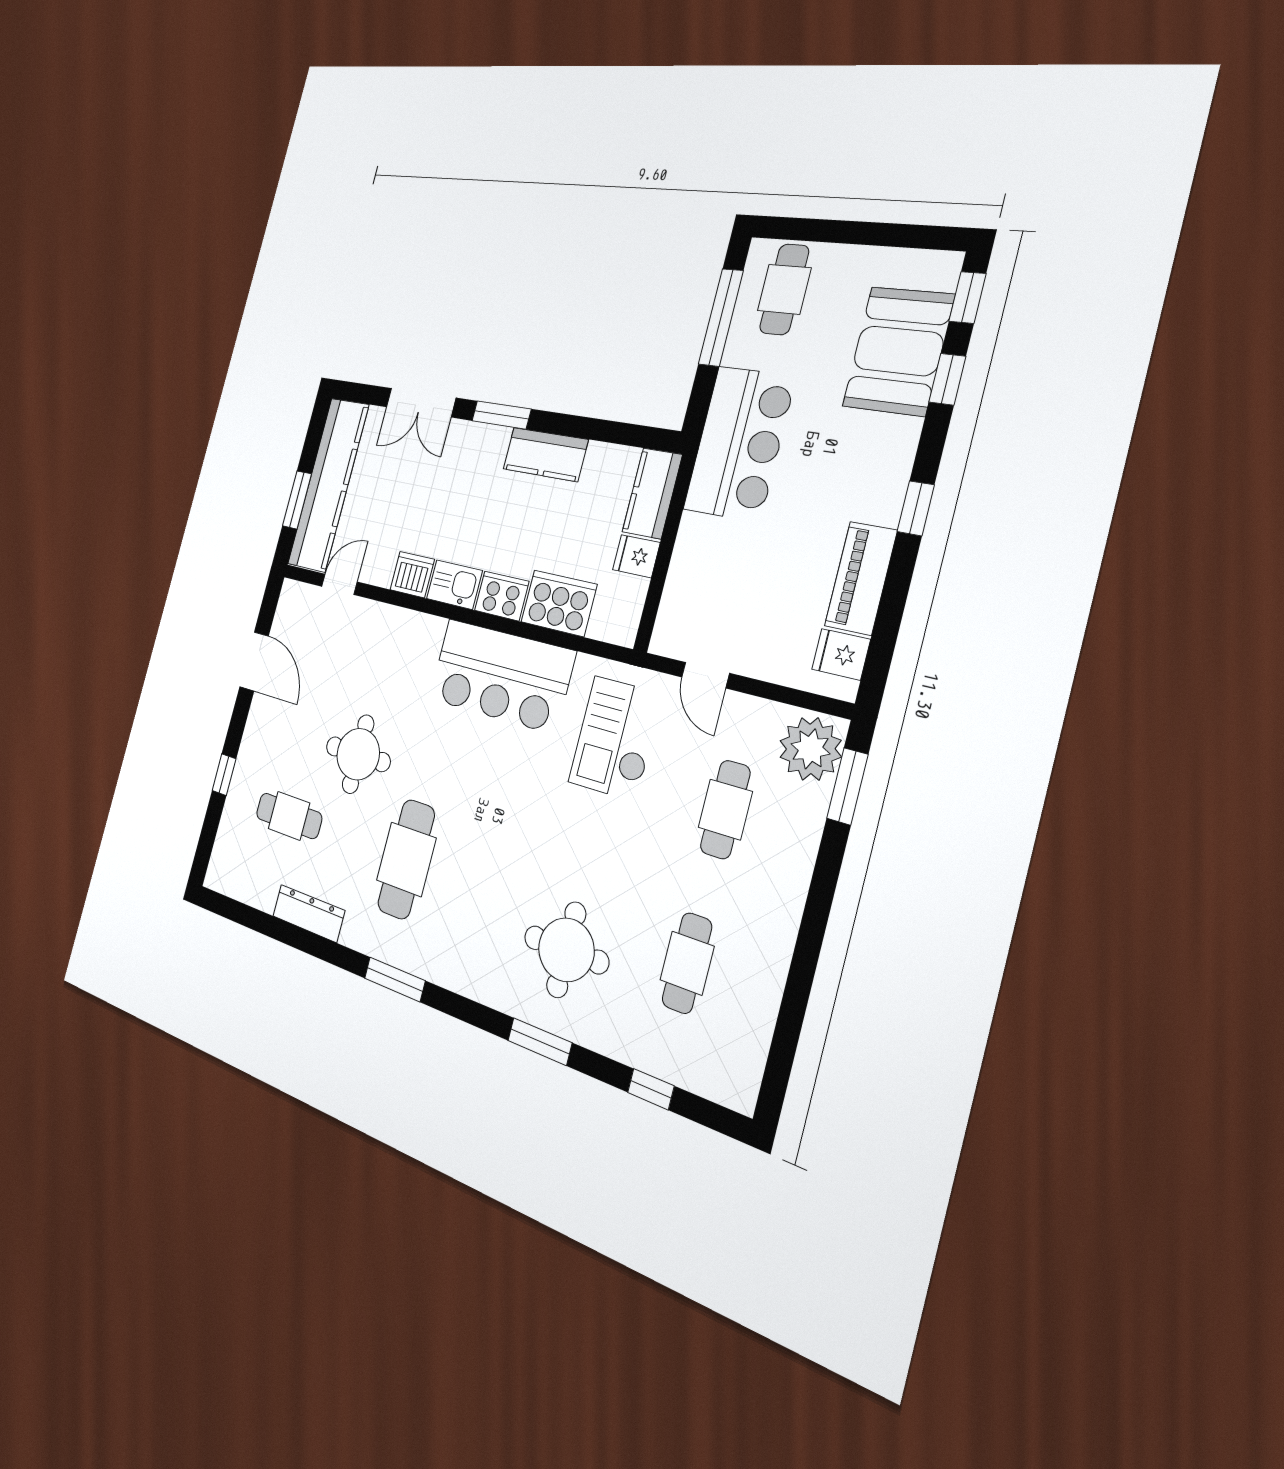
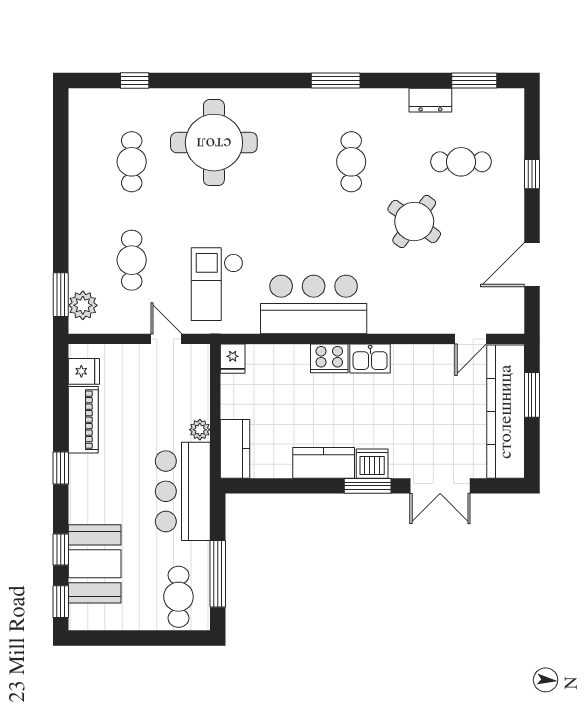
double door: (421, 403) -> (440, 486), swing flipped
plant: (693, 530) -> (200, 430), added
fridge: (636, 556) -> (233, 359), moved, turned 90
dishwasher: (412, 575) -> (372, 464), moved, turned 180
cooker: (559, 603) -> (283, 363), removed
door: (254, 661) -> (532, 265), hinge flipped
checkout: (615, 738) -> (217, 284), turned 180
plant: (810, 749) -> (83, 305), width x0.73, depth x0.73
round table: (358, 754) -> (414, 221), turned 36
cafe table: (406, 859) -> (351, 162), width x0.73, depth x0.74
dresser: (309, 913) -> (430, 100), width x0.70
round table: (566, 950) -> (214, 143), width x1.36, depth x1.36
window: (540, 1042) -> (474, 80), moved

